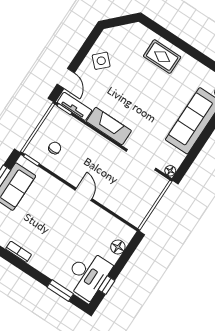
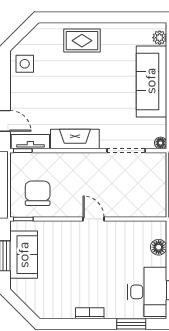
side table: (101, 61) -> (25, 64), moved, turned 45
chair: (55, 148) -> (38, 193), width x1.87, depth x1.87
bookcase: (19, 252) -> (90, 313), moved

